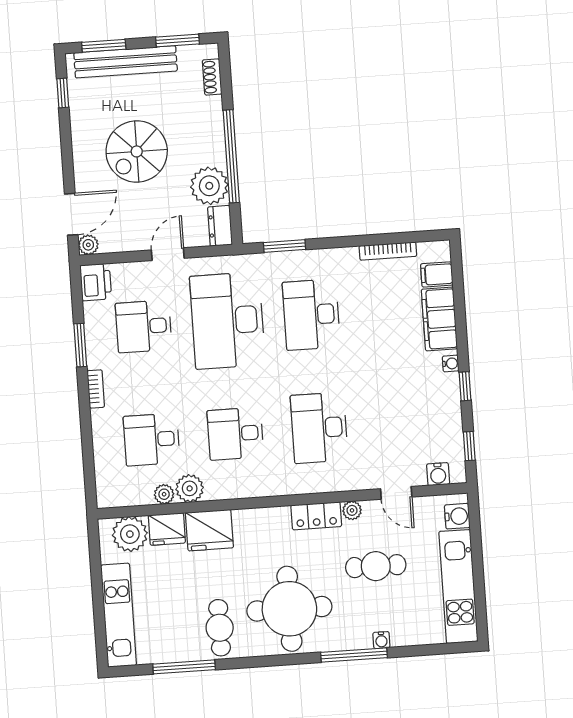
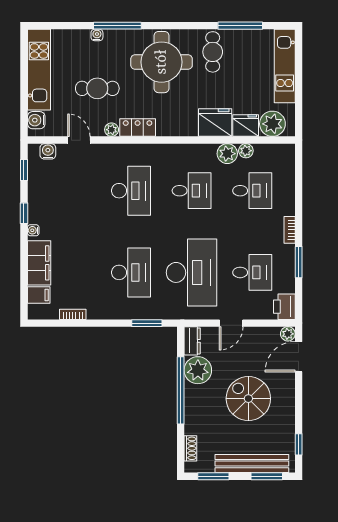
spiral stairs: (137, 151) -> (248, 399), turned -90
bookcase: (388, 251) -> (73, 314), width x0.64

